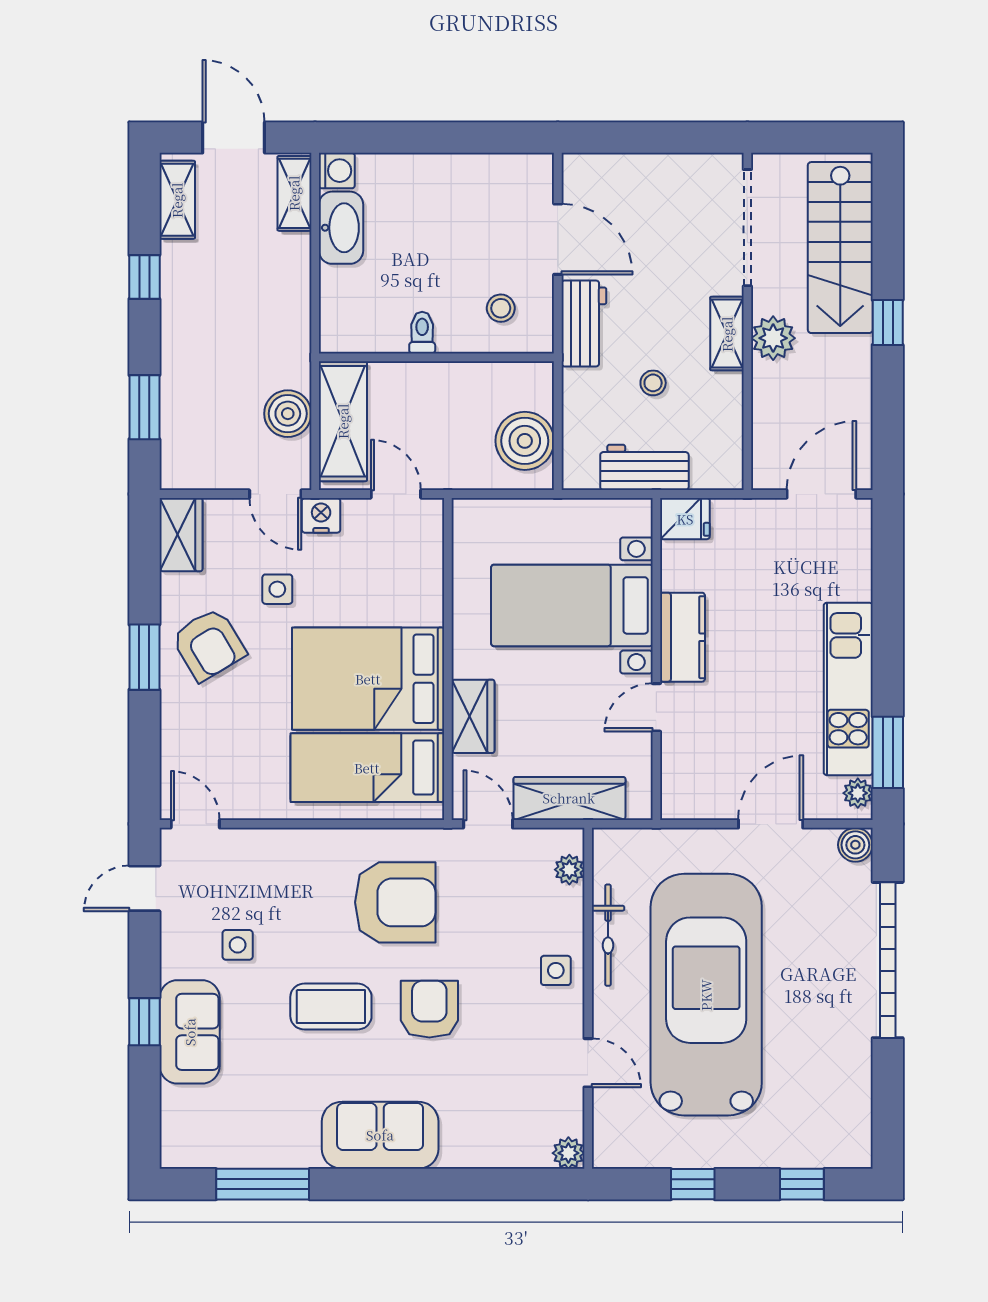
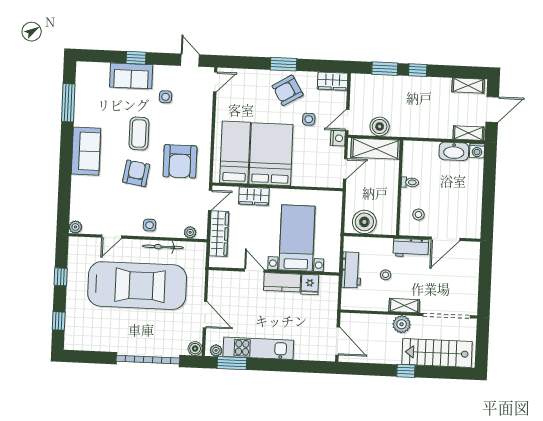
window: (144, 277) -> (418, 70), moved
fridge: (685, 519) -> (310, 284), moved
armchair: (429, 1009) -> (136, 173), turned -81

